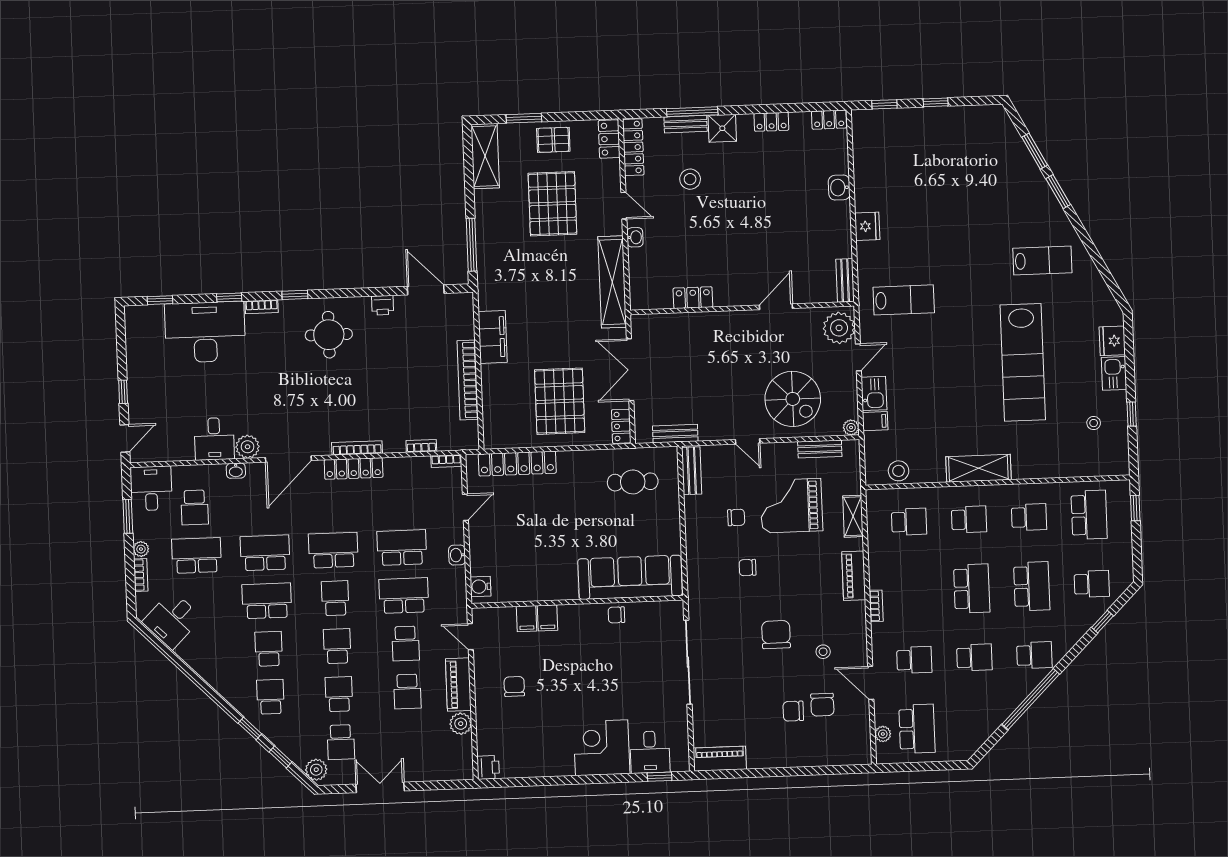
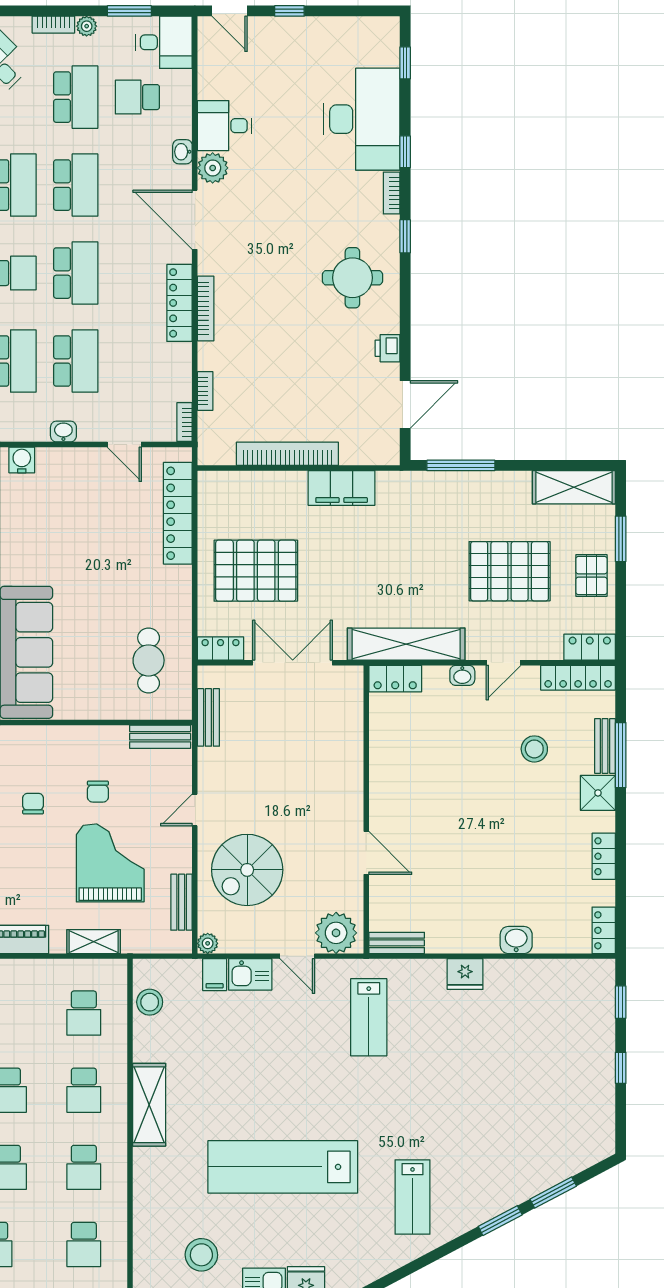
locker: (693, 298) -> (395, 679), moved, turned 90
stool: (1094, 423) -> (201, 1255), width x1.89, depth x1.89
school desk: (1089, 515) -> (84, 1244), width x0.54

